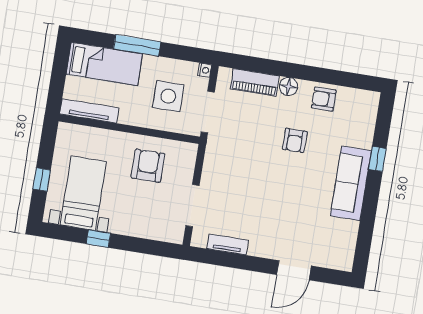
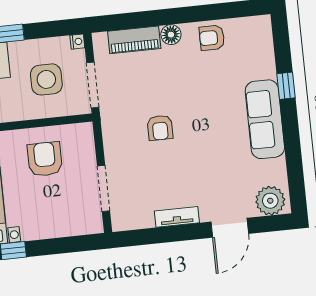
armchair: (295, 140) -> (160, 128), moved
tv unit: (227, 244) -> (177, 217), moved
plant: (336, 256) -> (270, 201), added

